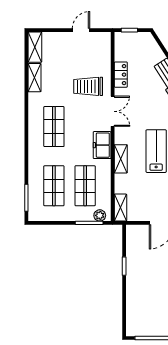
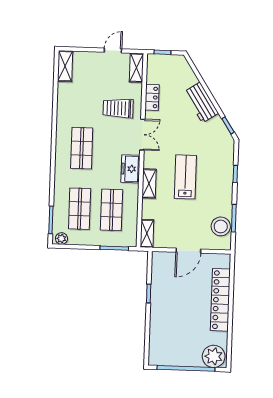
shelving: (34, 78) -> (136, 68), moved
plant: (100, 215) -> (61, 239), moved

